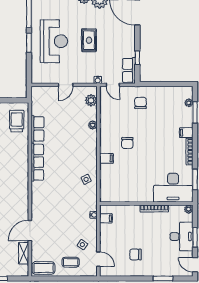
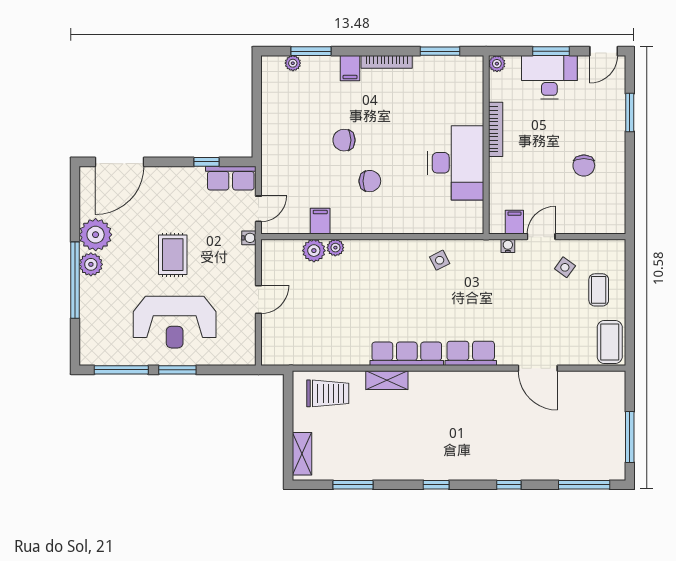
rug: (89, 40) -> (173, 255), turned 90
reception desk: (54, 41) -> (175, 322), turned 180
door: (66, 85) -> (258, 300), hinge flipped
plant: (91, 100) -> (314, 251), moved
chair: (141, 103) -> (344, 140), moved
trolley: (17, 121) -> (328, 393), turned 180
row of seats: (38, 129) -> (471, 353), moved
filing cabinet: (106, 158) -> (320, 221), moved
desk: (173, 188) -> (456, 163), moved
shelving: (24, 253) -> (387, 380), moved
door: (98, 259) -> (541, 237), moved

